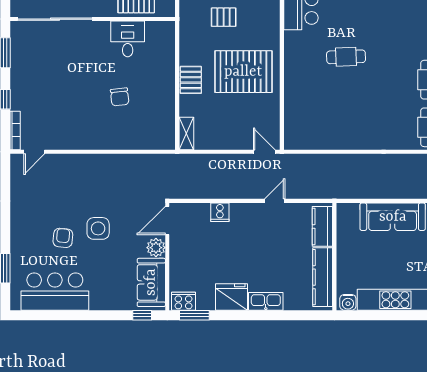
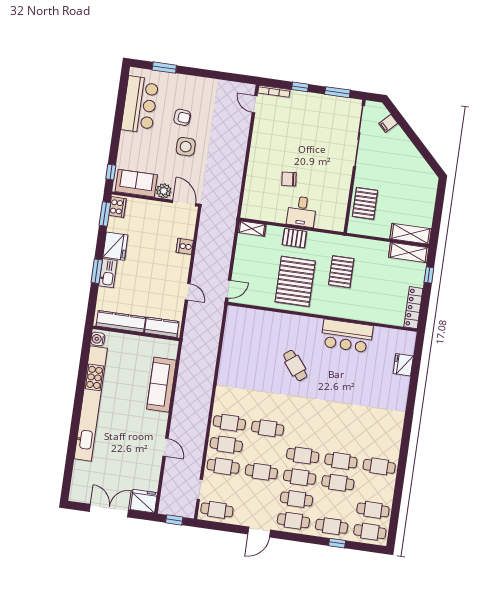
pallet: (224, 17) -> (341, 272), width x1.50, depth x1.42
desk: (128, 39) -> (302, 212), moved, turned 90
cafe table: (346, 57) -> (295, 366), turned -36
window: (266, 315) -> (97, 271), added

